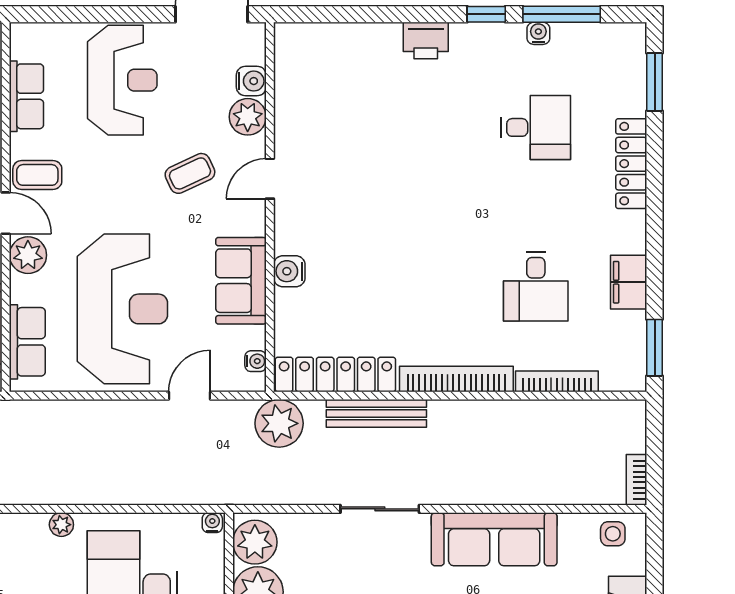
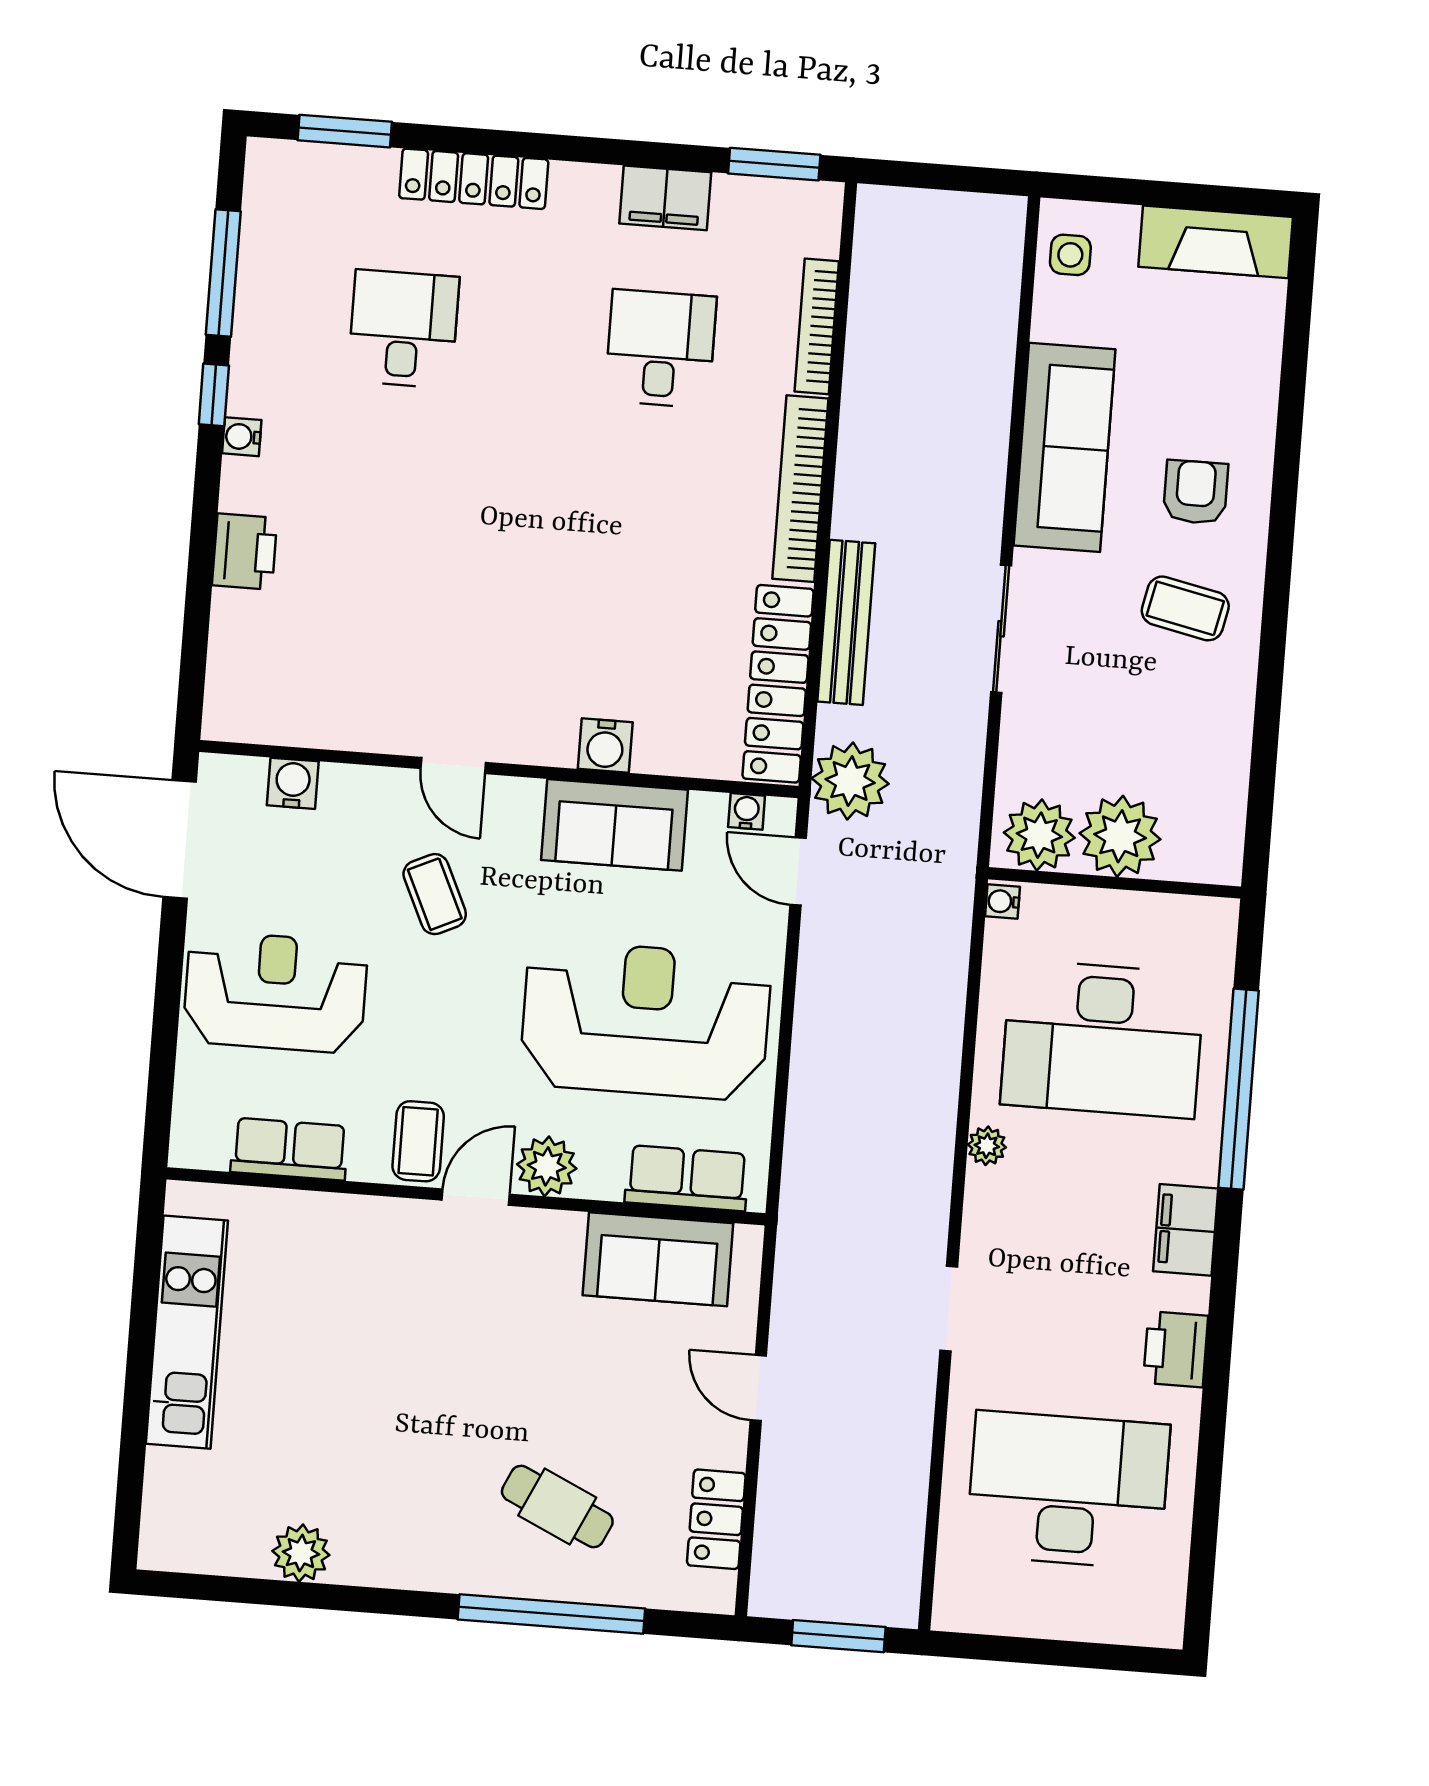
water cooler: (538, 33) -> (242, 437), moved
printer: (426, 41) -> (245, 552), moved
plant: (248, 117) -> (350, 794), removed
desk: (536, 286) -> (661, 349), turned -90
door: (189, 396) -> (798, 871), moved
bookcase: (637, 480) -> (986, 210), removed

